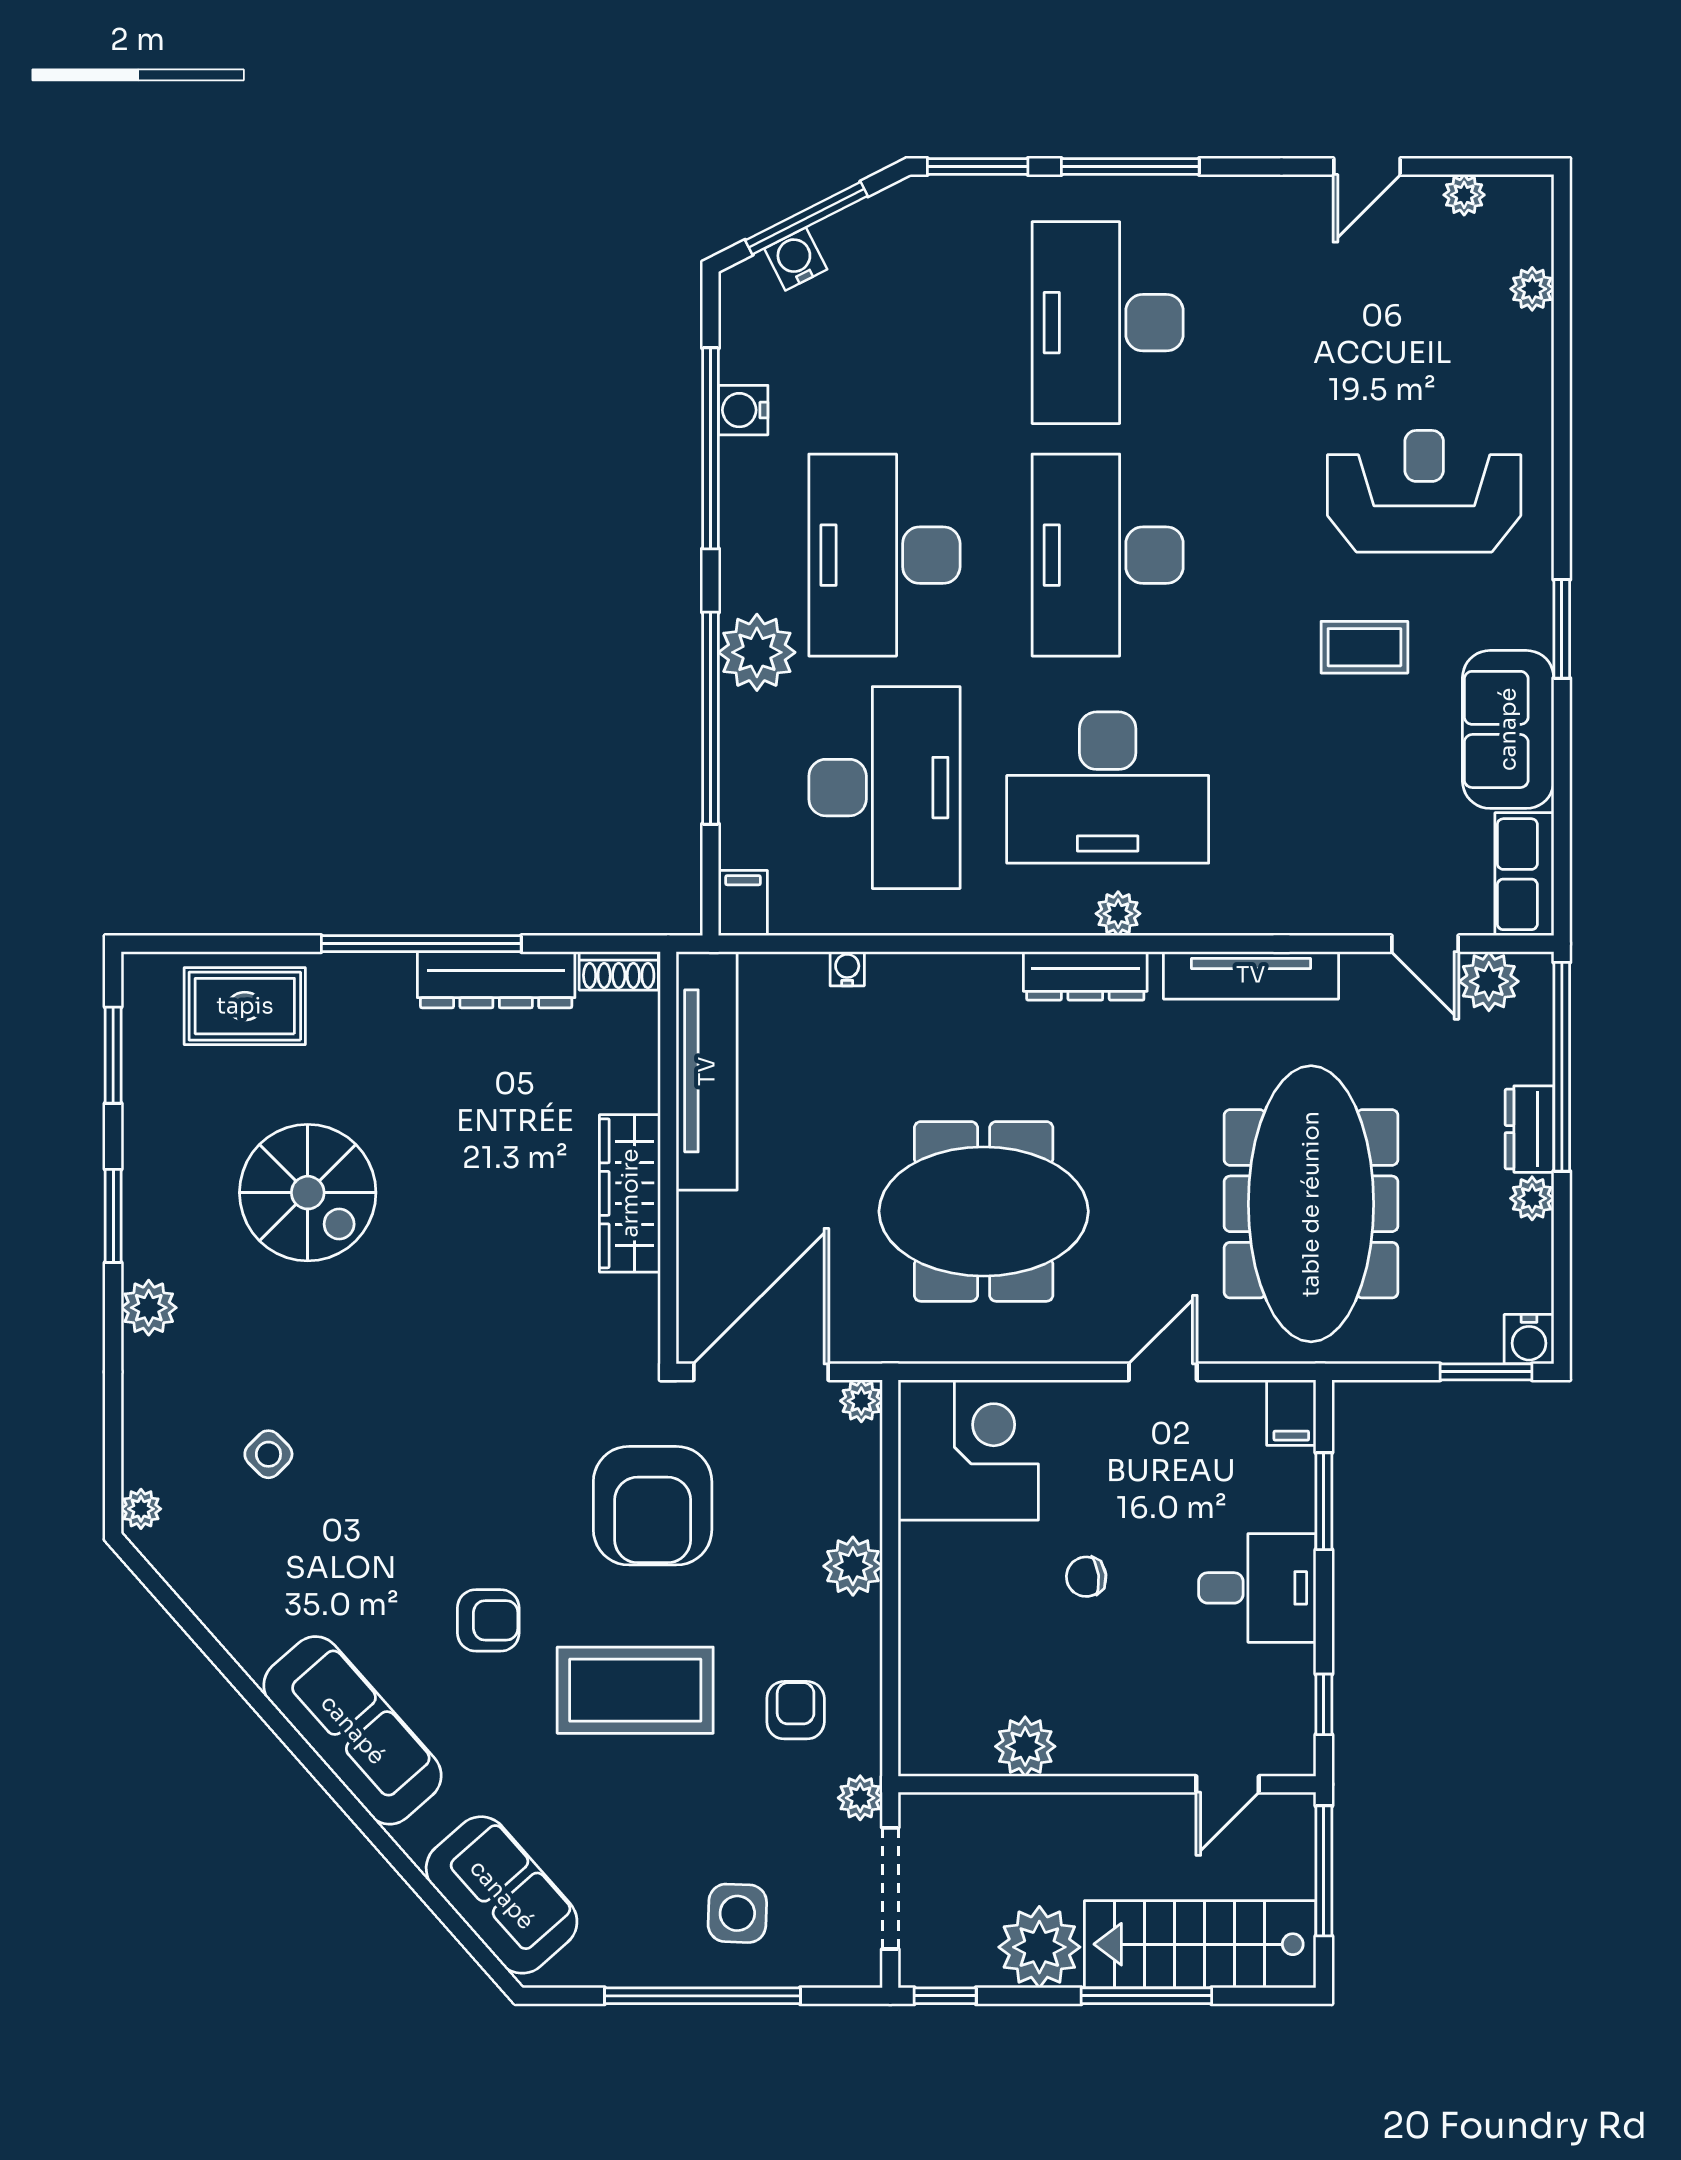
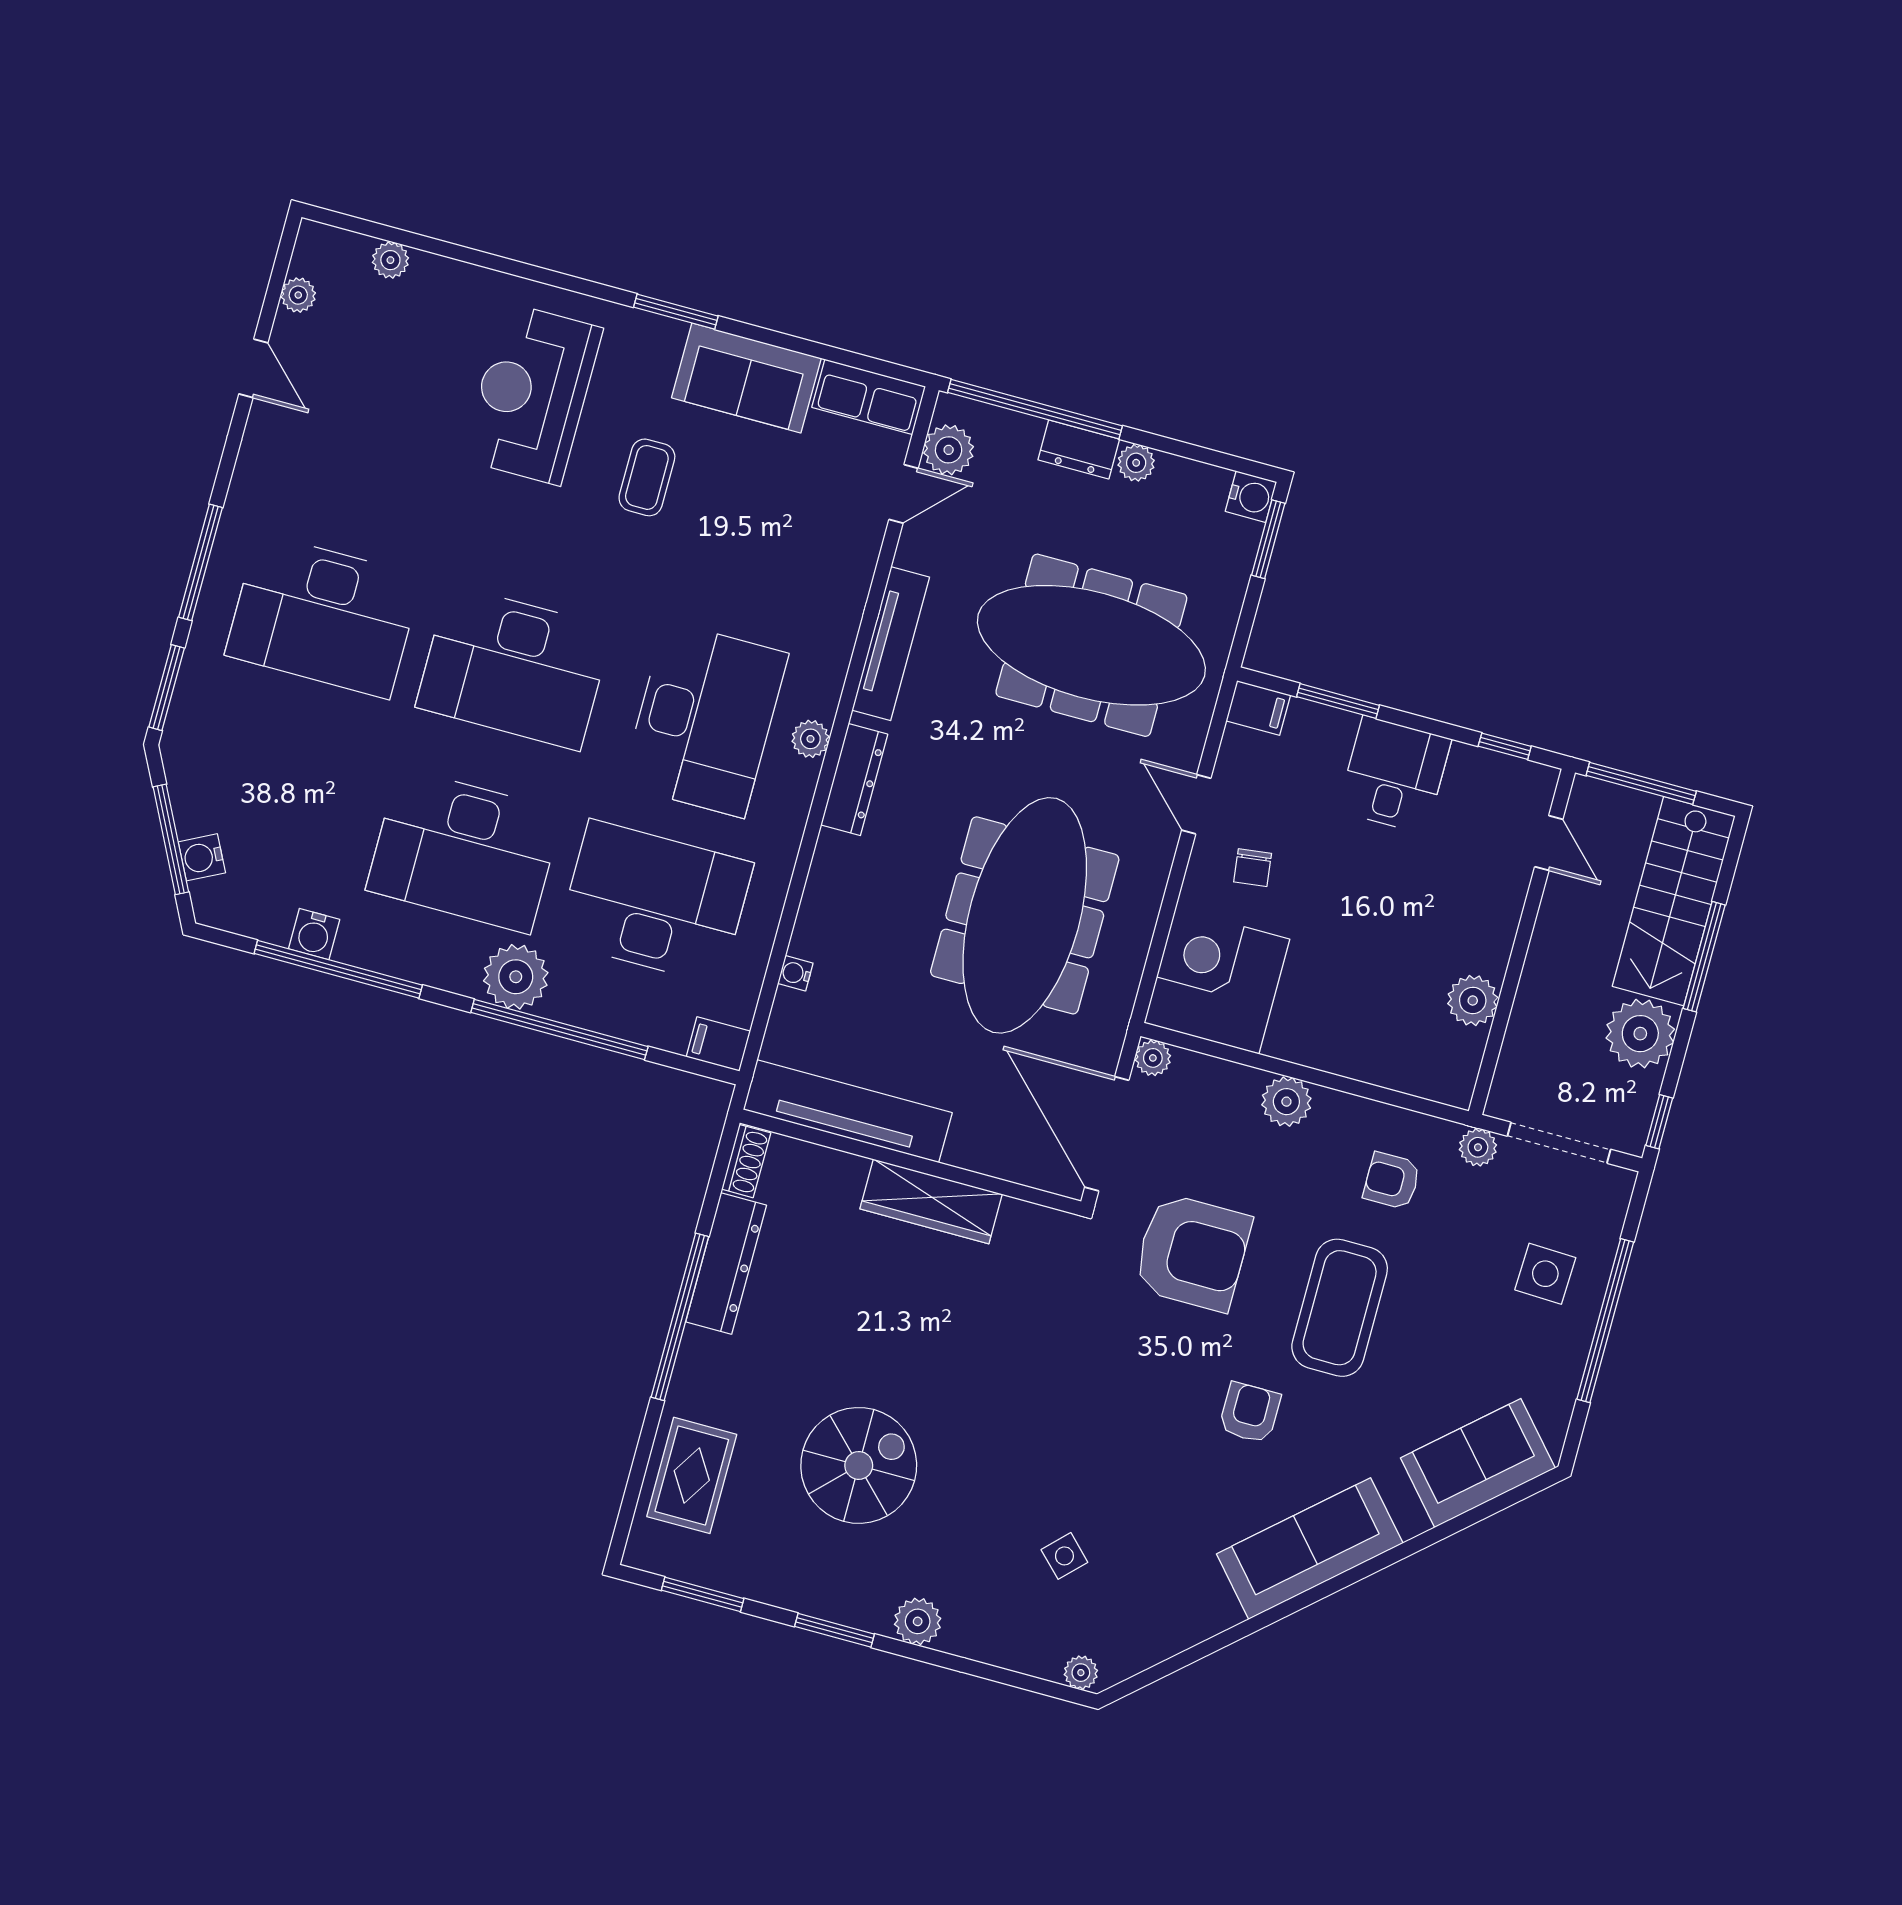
meeting table: (984, 1211) -> (1025, 915), width x1.36
chair: (1086, 1577) -> (1253, 868), moved

